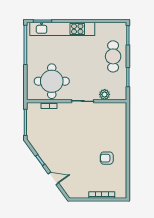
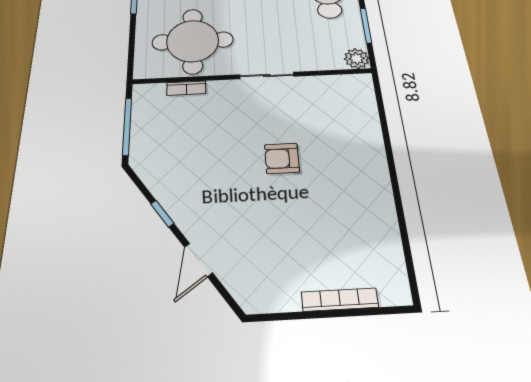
plant: (105, 94) -> (357, 59), moved
armchair: (107, 158) -> (282, 158), moved
door: (53, 178) -> (198, 260), swing flipped

